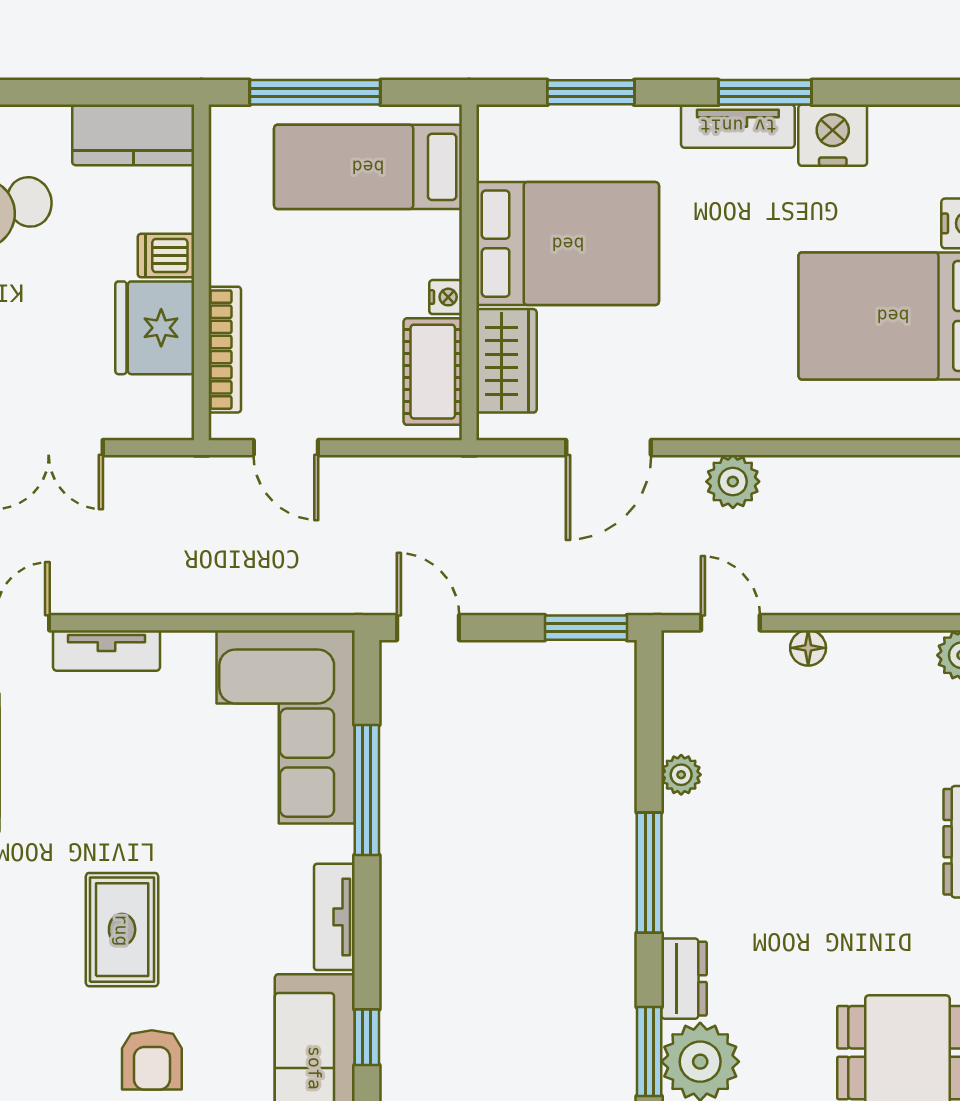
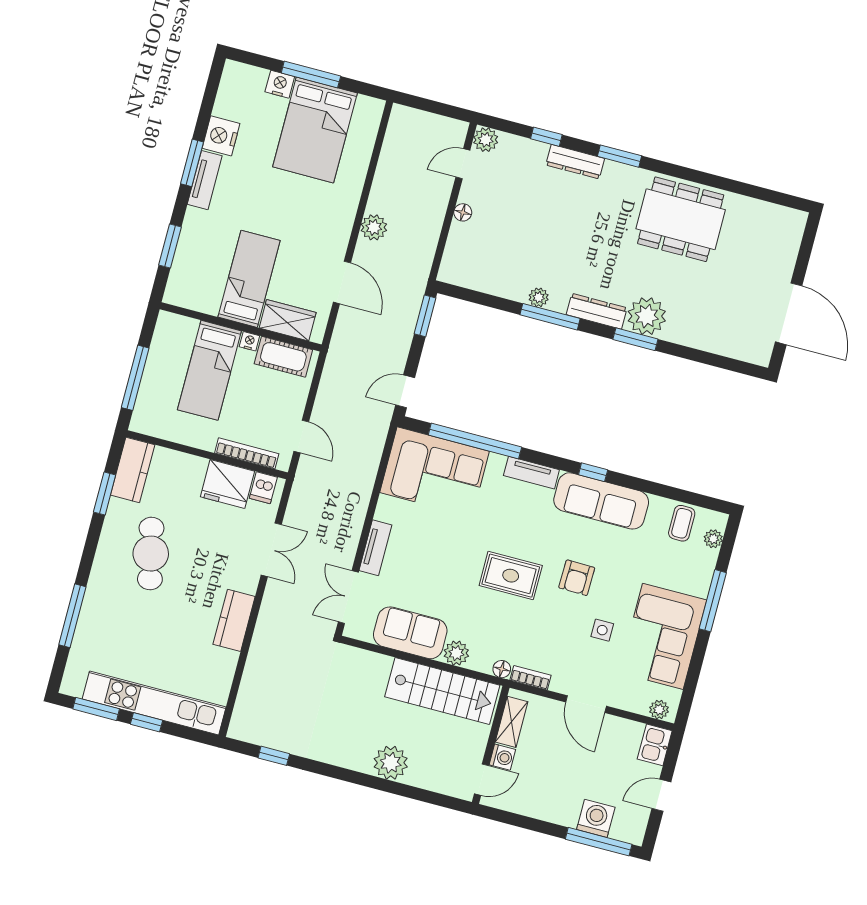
window: (73, 92) -> (105, 494), added
bed: (368, 167) -> (209, 370), moved
bed: (568, 244) -> (249, 279), width x0.67
dishwasher: (166, 256) -> (263, 488), moved
door: (286, 448) -> (301, 437), hinge flipped
door: (730, 623) -> (463, 164), moved
plant: (681, 775) -> (539, 297), moved
window: (367, 790) -> (475, 441), width x1.46
dresser: (684, 979) -> (597, 311), width x1.44
armchair: (152, 1060) -> (577, 578), turned 91

